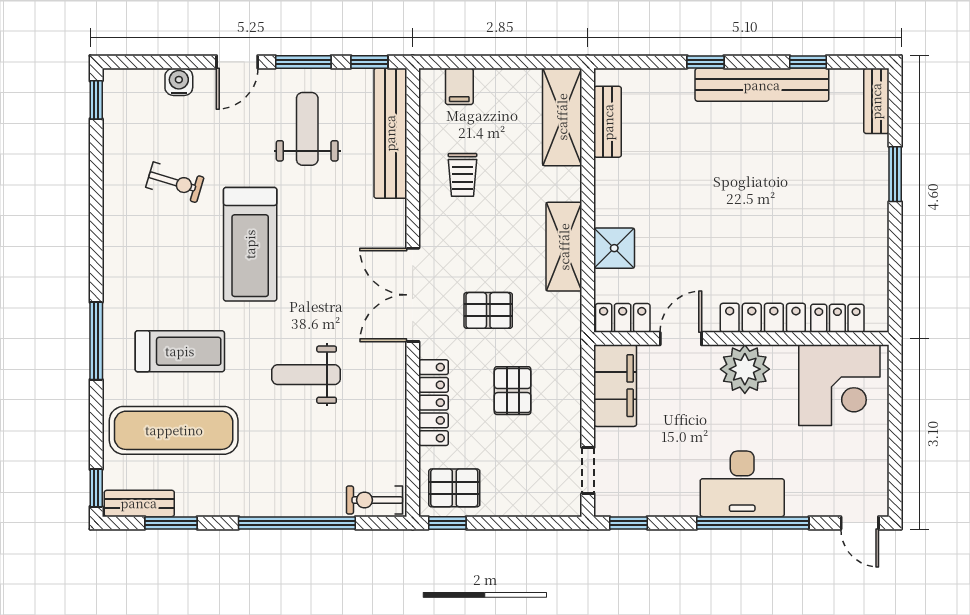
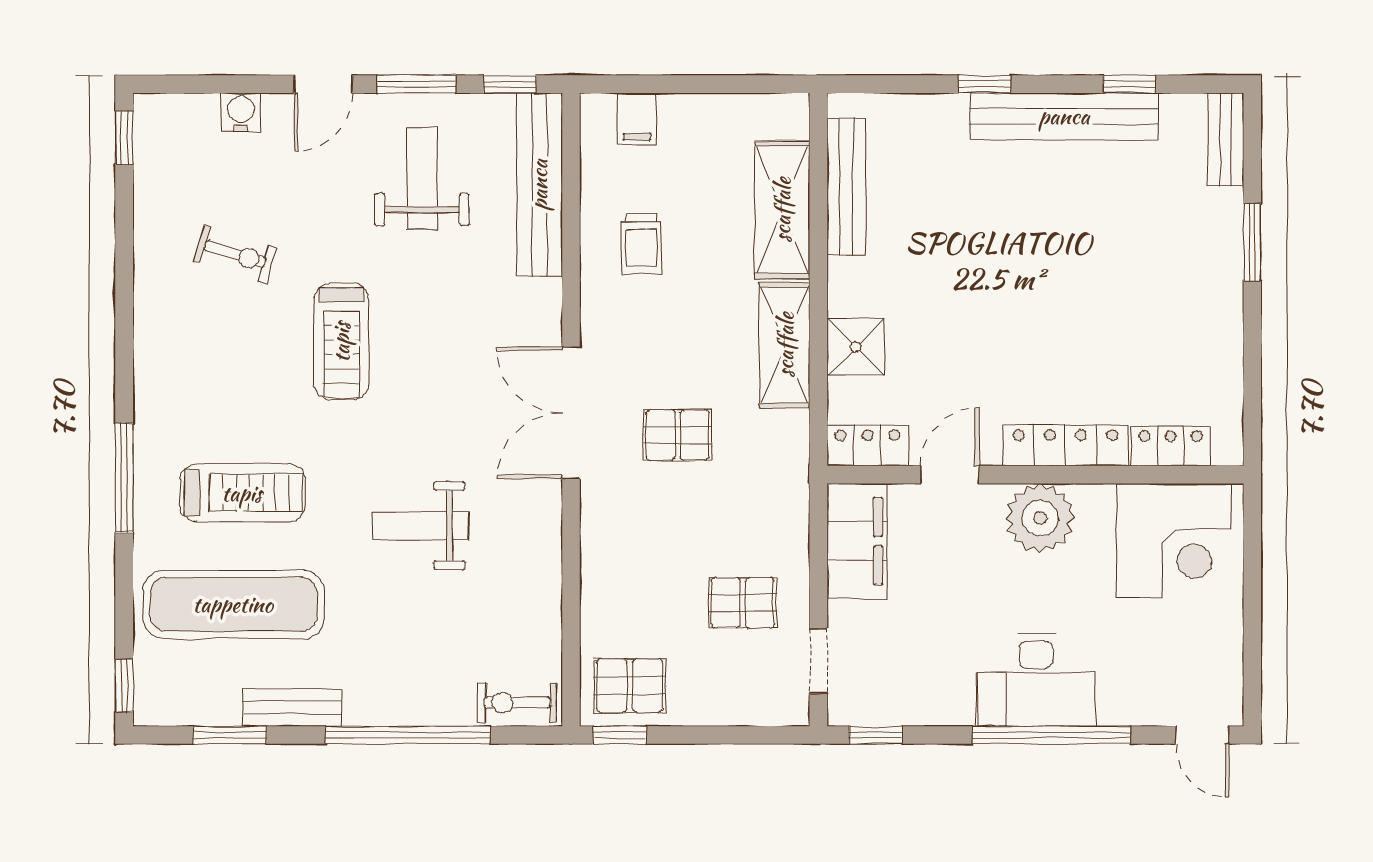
shelving: (562, 117) -> (782, 210), moved
bench: (608, 122) -> (846, 187), width x1.36
treadmill: (250, 244) -> (341, 342), width x0.73, depth x0.73
pallet: (513, 391) -> (743, 603), moved, turned 90
locker: (434, 403) -> (600, 565), removed
bench: (139, 503) -> (292, 708), moved

